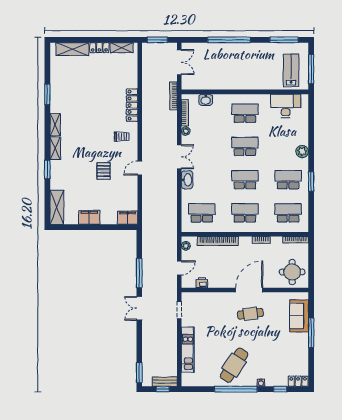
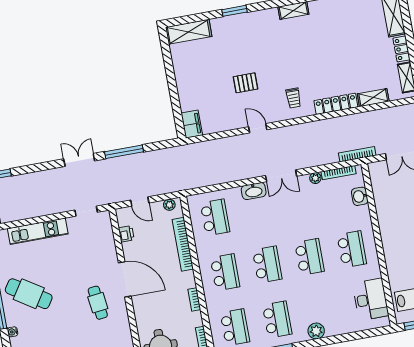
shelving: (55, 148) -> (373, 98), moved
filing cabinet: (89, 217) -> (183, 75), removed
door: (249, 290) -> (125, 279), moved

